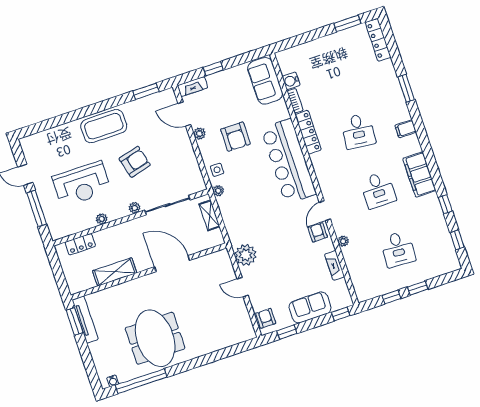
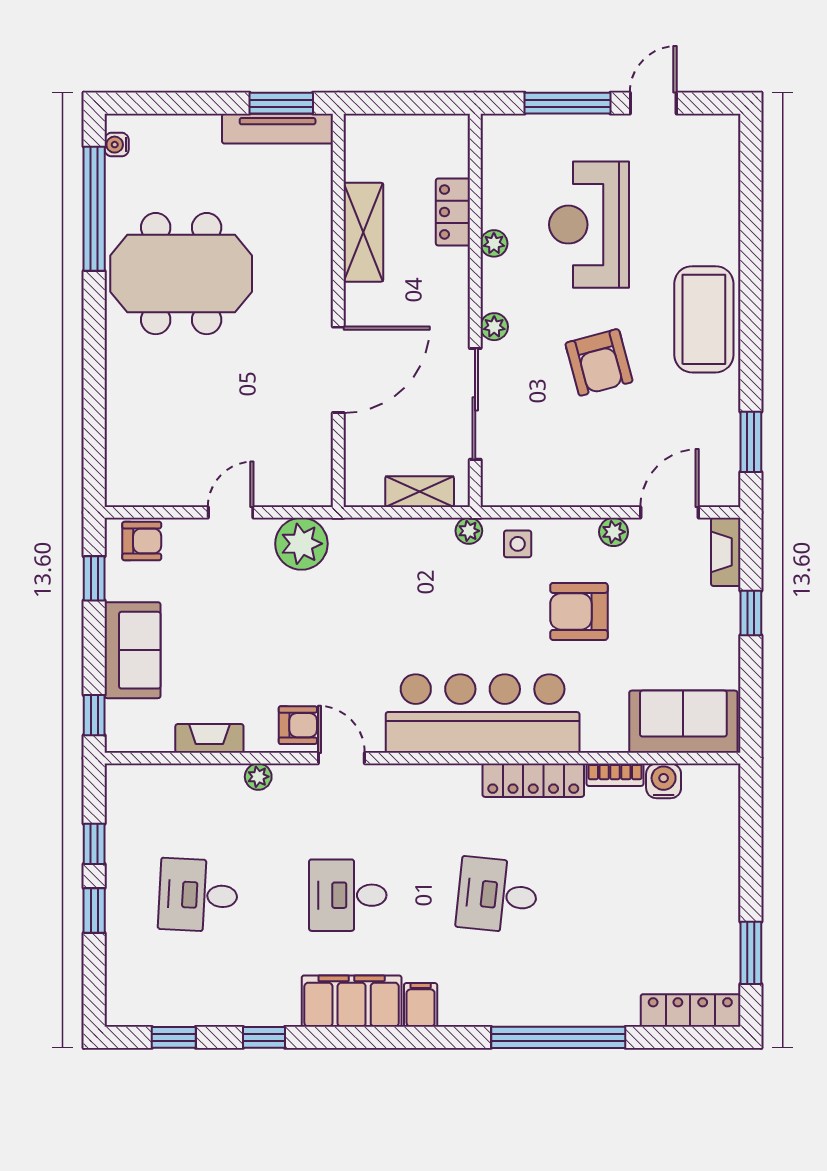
window: (406, 88) -> (558, 1037), width x2.11
filing cabinet: (406, 129) -> (421, 1005), moved
locker: (80, 244) -> (453, 212), moved

